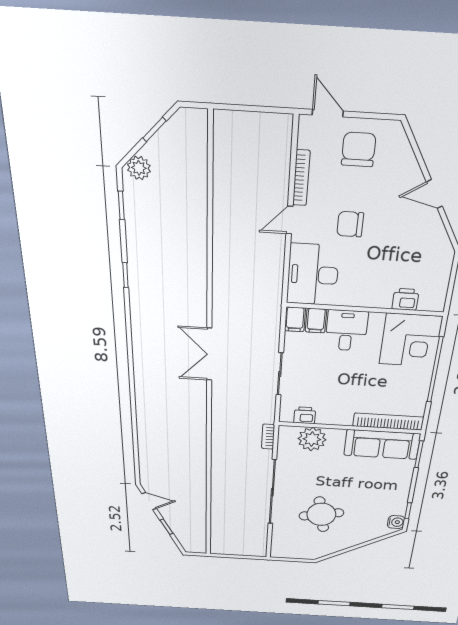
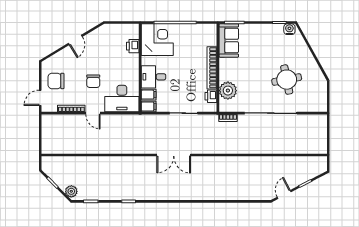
bookcase: (388, 422) -> (212, 68), moved
sofa: (382, 444) -> (229, 41), width x0.73

